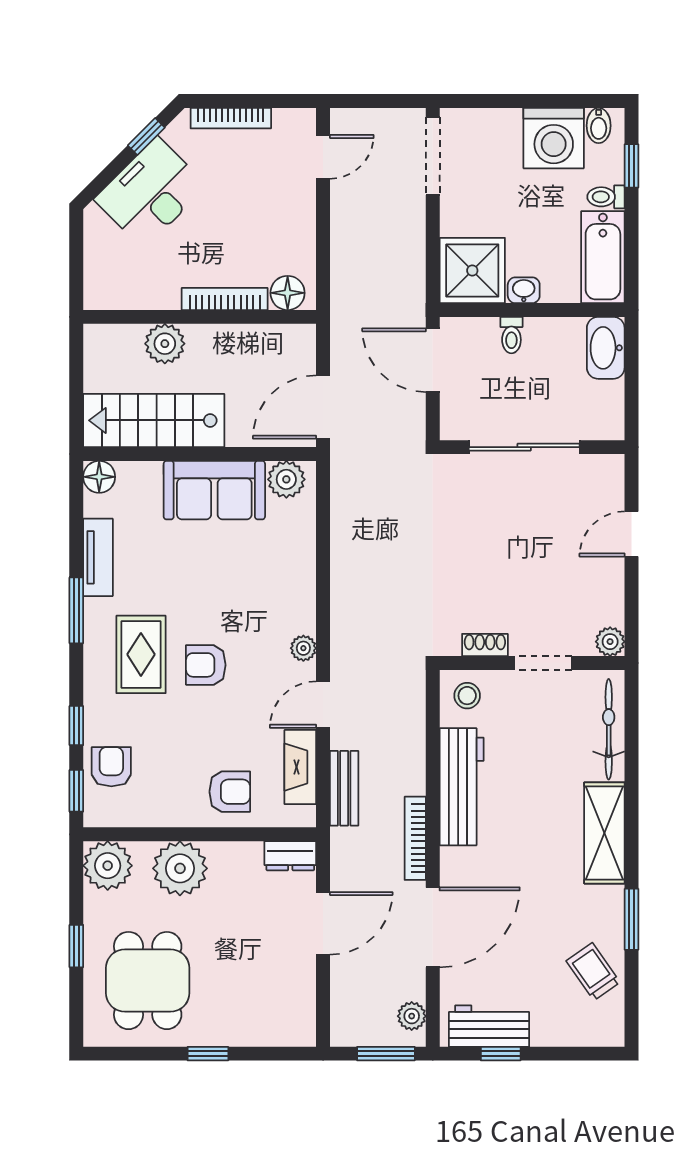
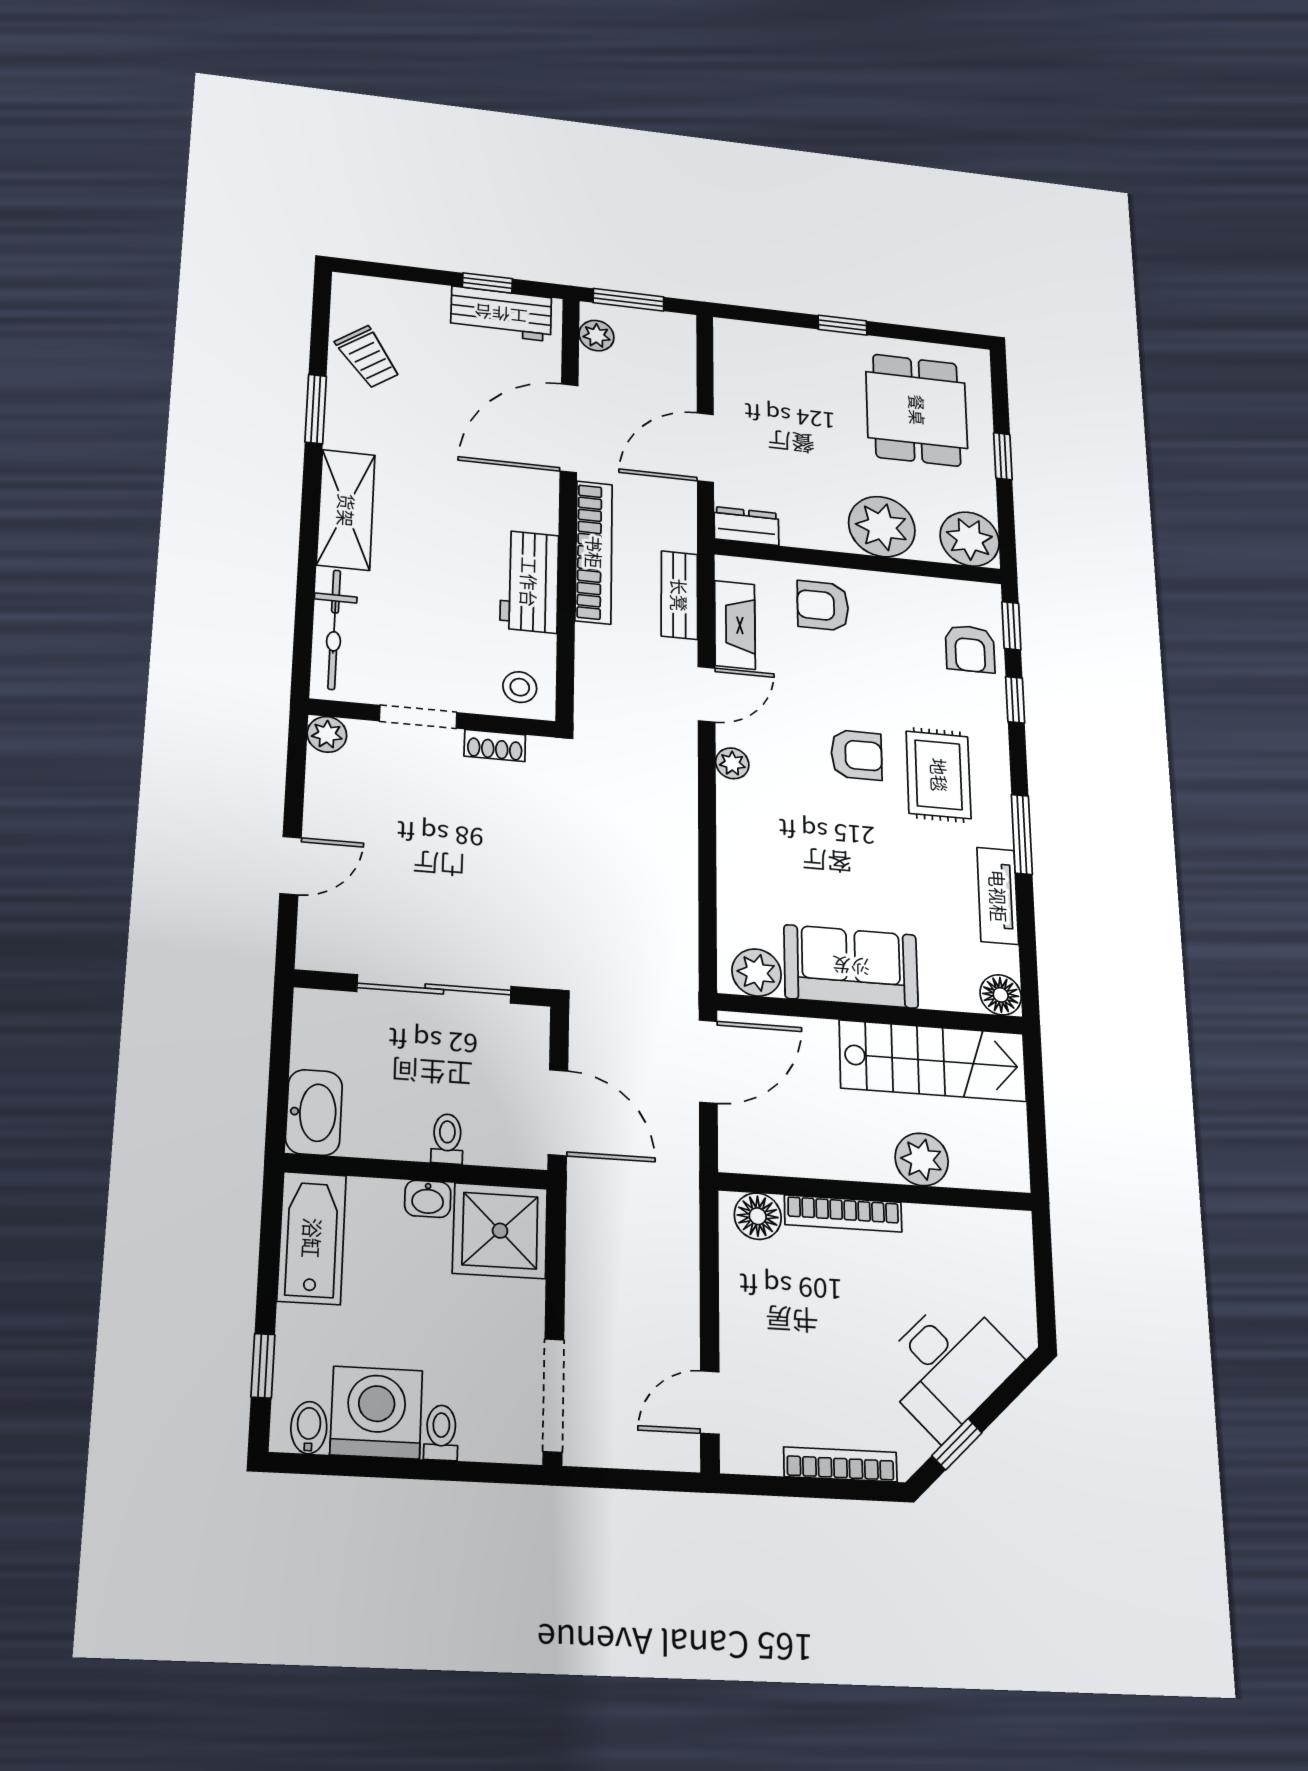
toilet: (606, 197) -> (441, 1433), moved, turned -90
workbench: (462, 787) -> (529, 582), width x0.73
bookcase: (415, 838) -> (594, 552), width x1.48, depth x1.31

